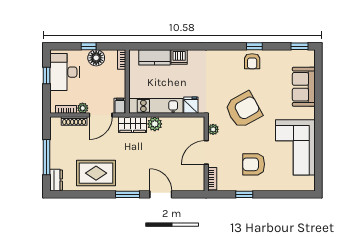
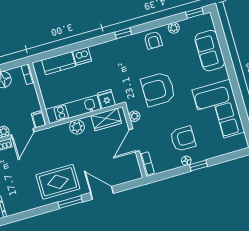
window: (254, 46) -> (123, 33), moved
plant: (275, 55) -> (174, 28), added
armchair: (243, 110) -> (158, 89), turned -151
wardrobe: (133, 125) -> (106, 119), moved
armchair: (254, 164) -> (183, 139), turned 180
rug: (96, 173) -> (58, 182), moved
floor lamp: (251, 186) -> (186, 161), added
window: (244, 194) -> (198, 165), moved

